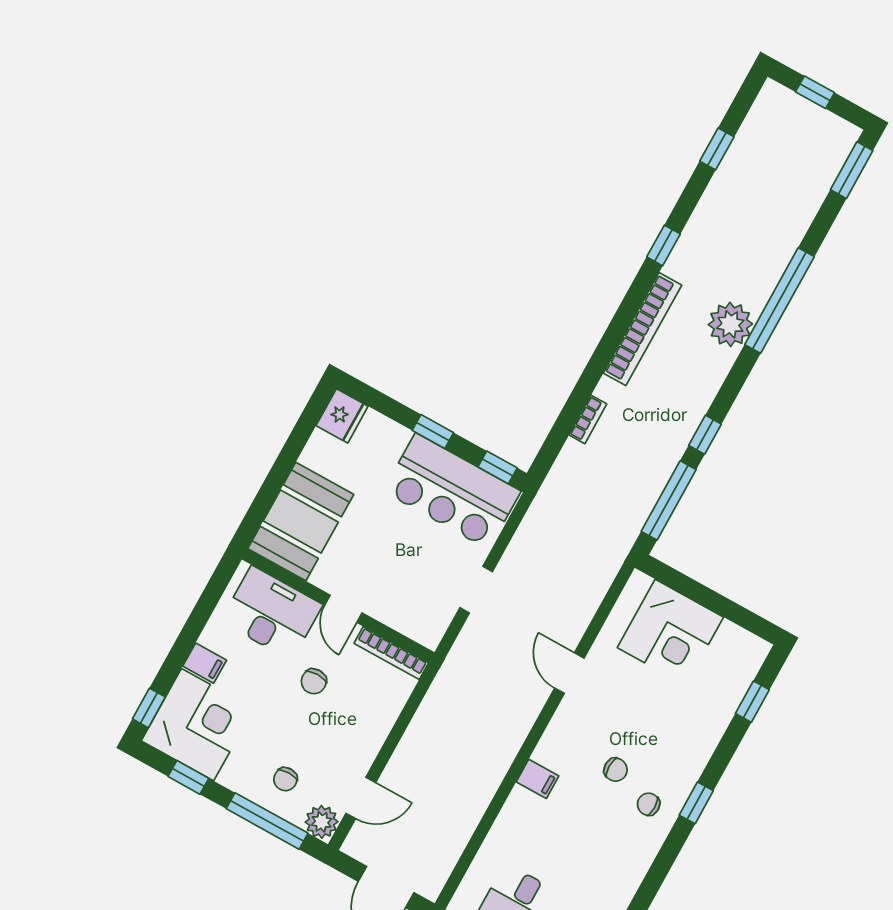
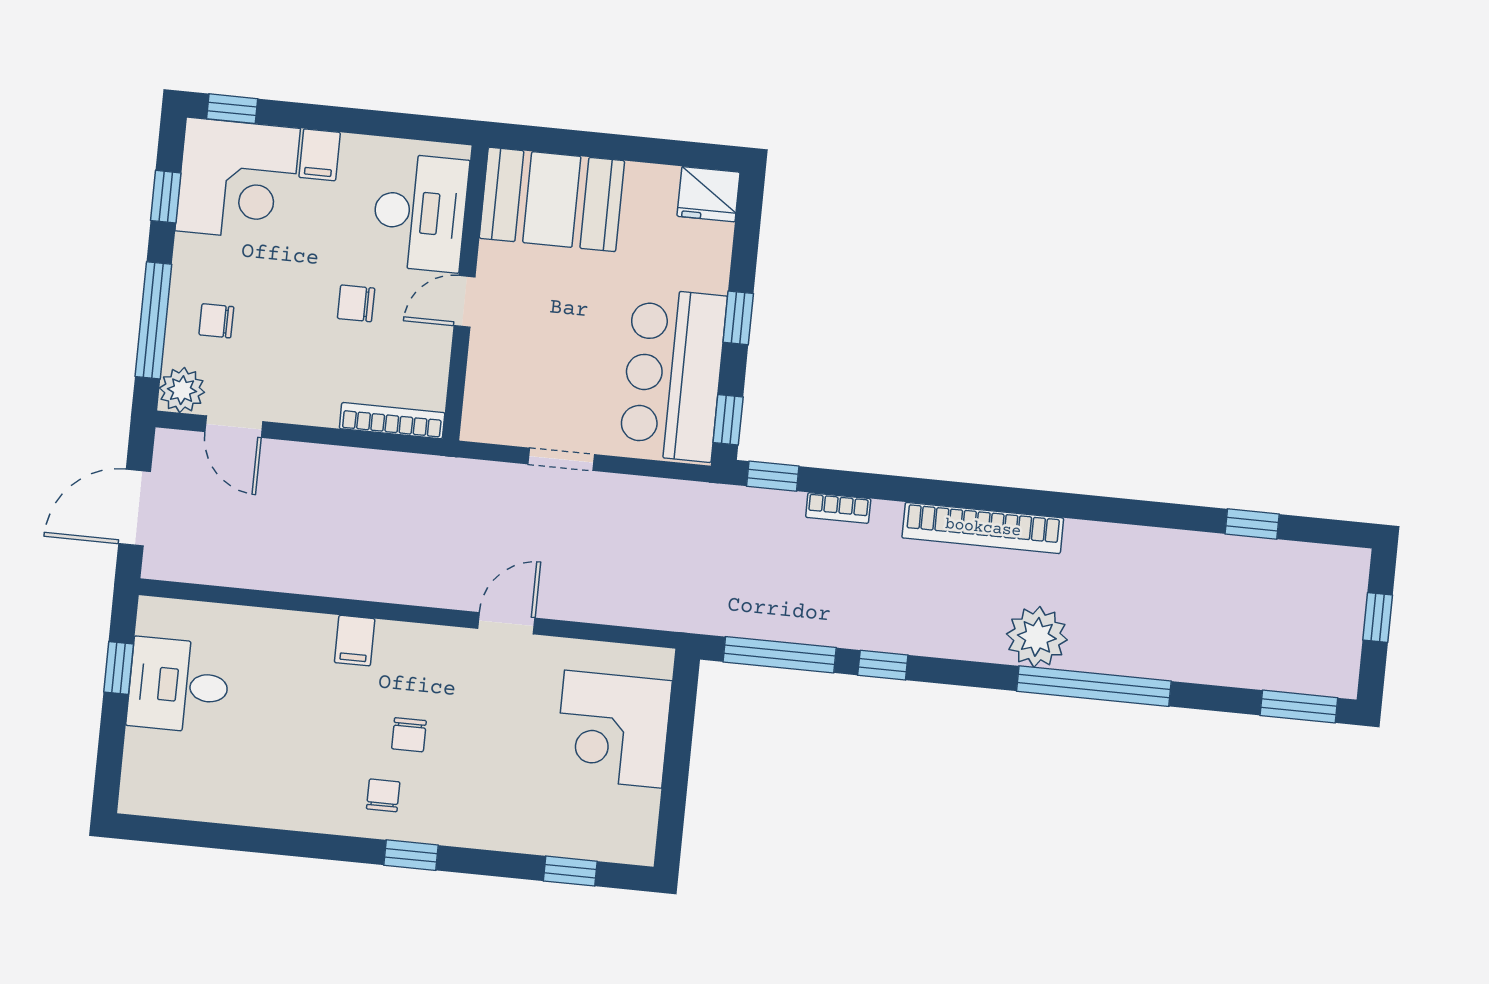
window: (663, 245) -> (773, 476), moved
bookcase: (391, 653) -> (392, 421), moved, turned 90

